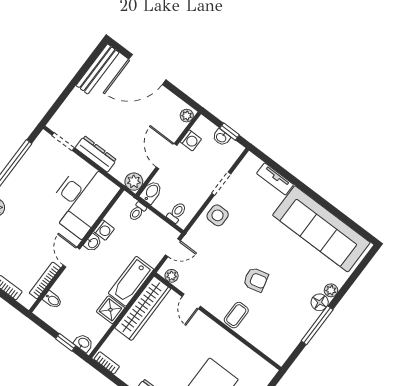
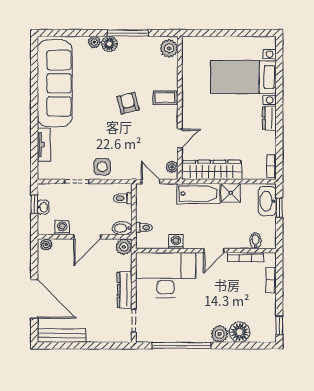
washbasin: (93, 243) -> (191, 243), removed
washbasin: (83, 343) -> (267, 201), width x1.91, depth x1.45
plant: (276, 351) -> (169, 48), added

